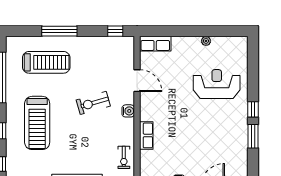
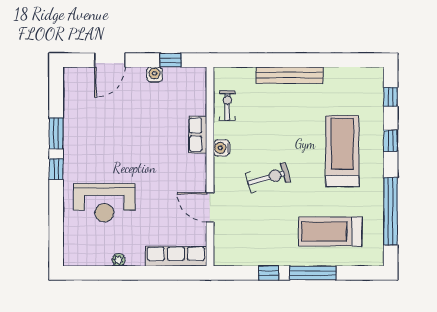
window: (115, 31) -> (269, 273), moved
row of seats: (155, 44) -> (176, 256), width x1.48
water cooler: (128, 111) -> (222, 148), moved

